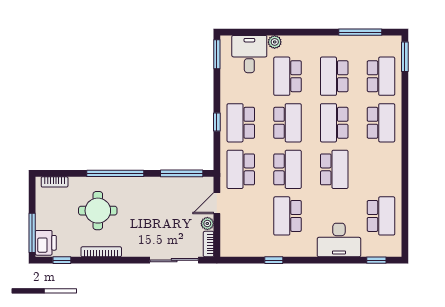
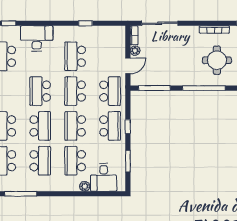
window: (217, 54) -> (128, 161), moved
school desk: (287, 76) -> (75, 161), turned 180
school desk: (287, 216) -> (75, 56), turned 180

